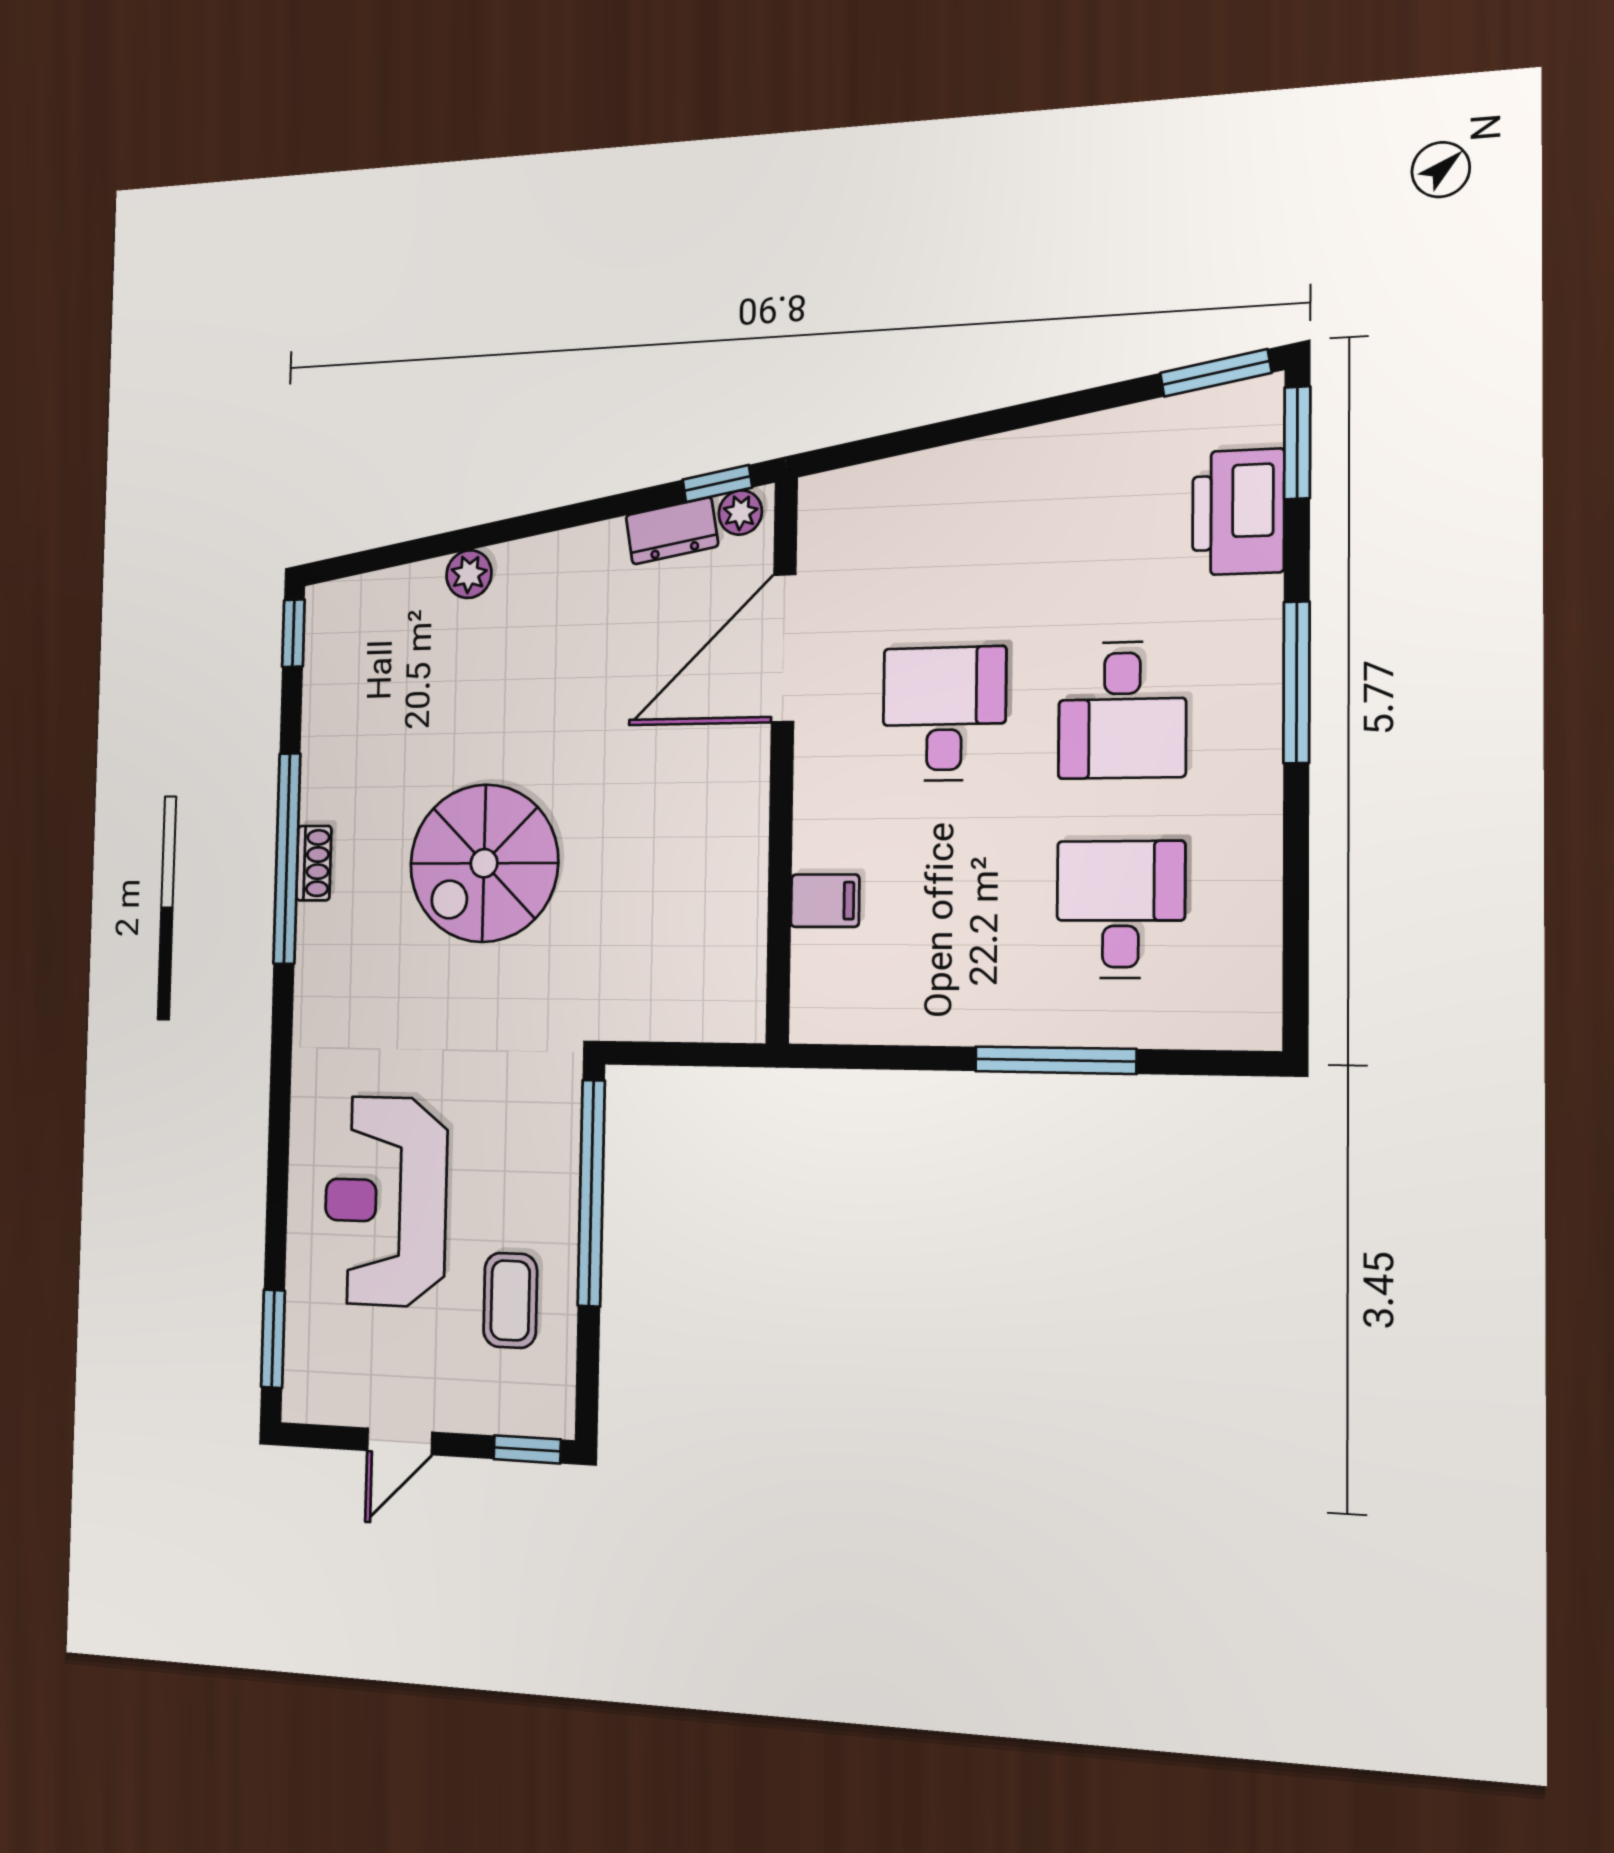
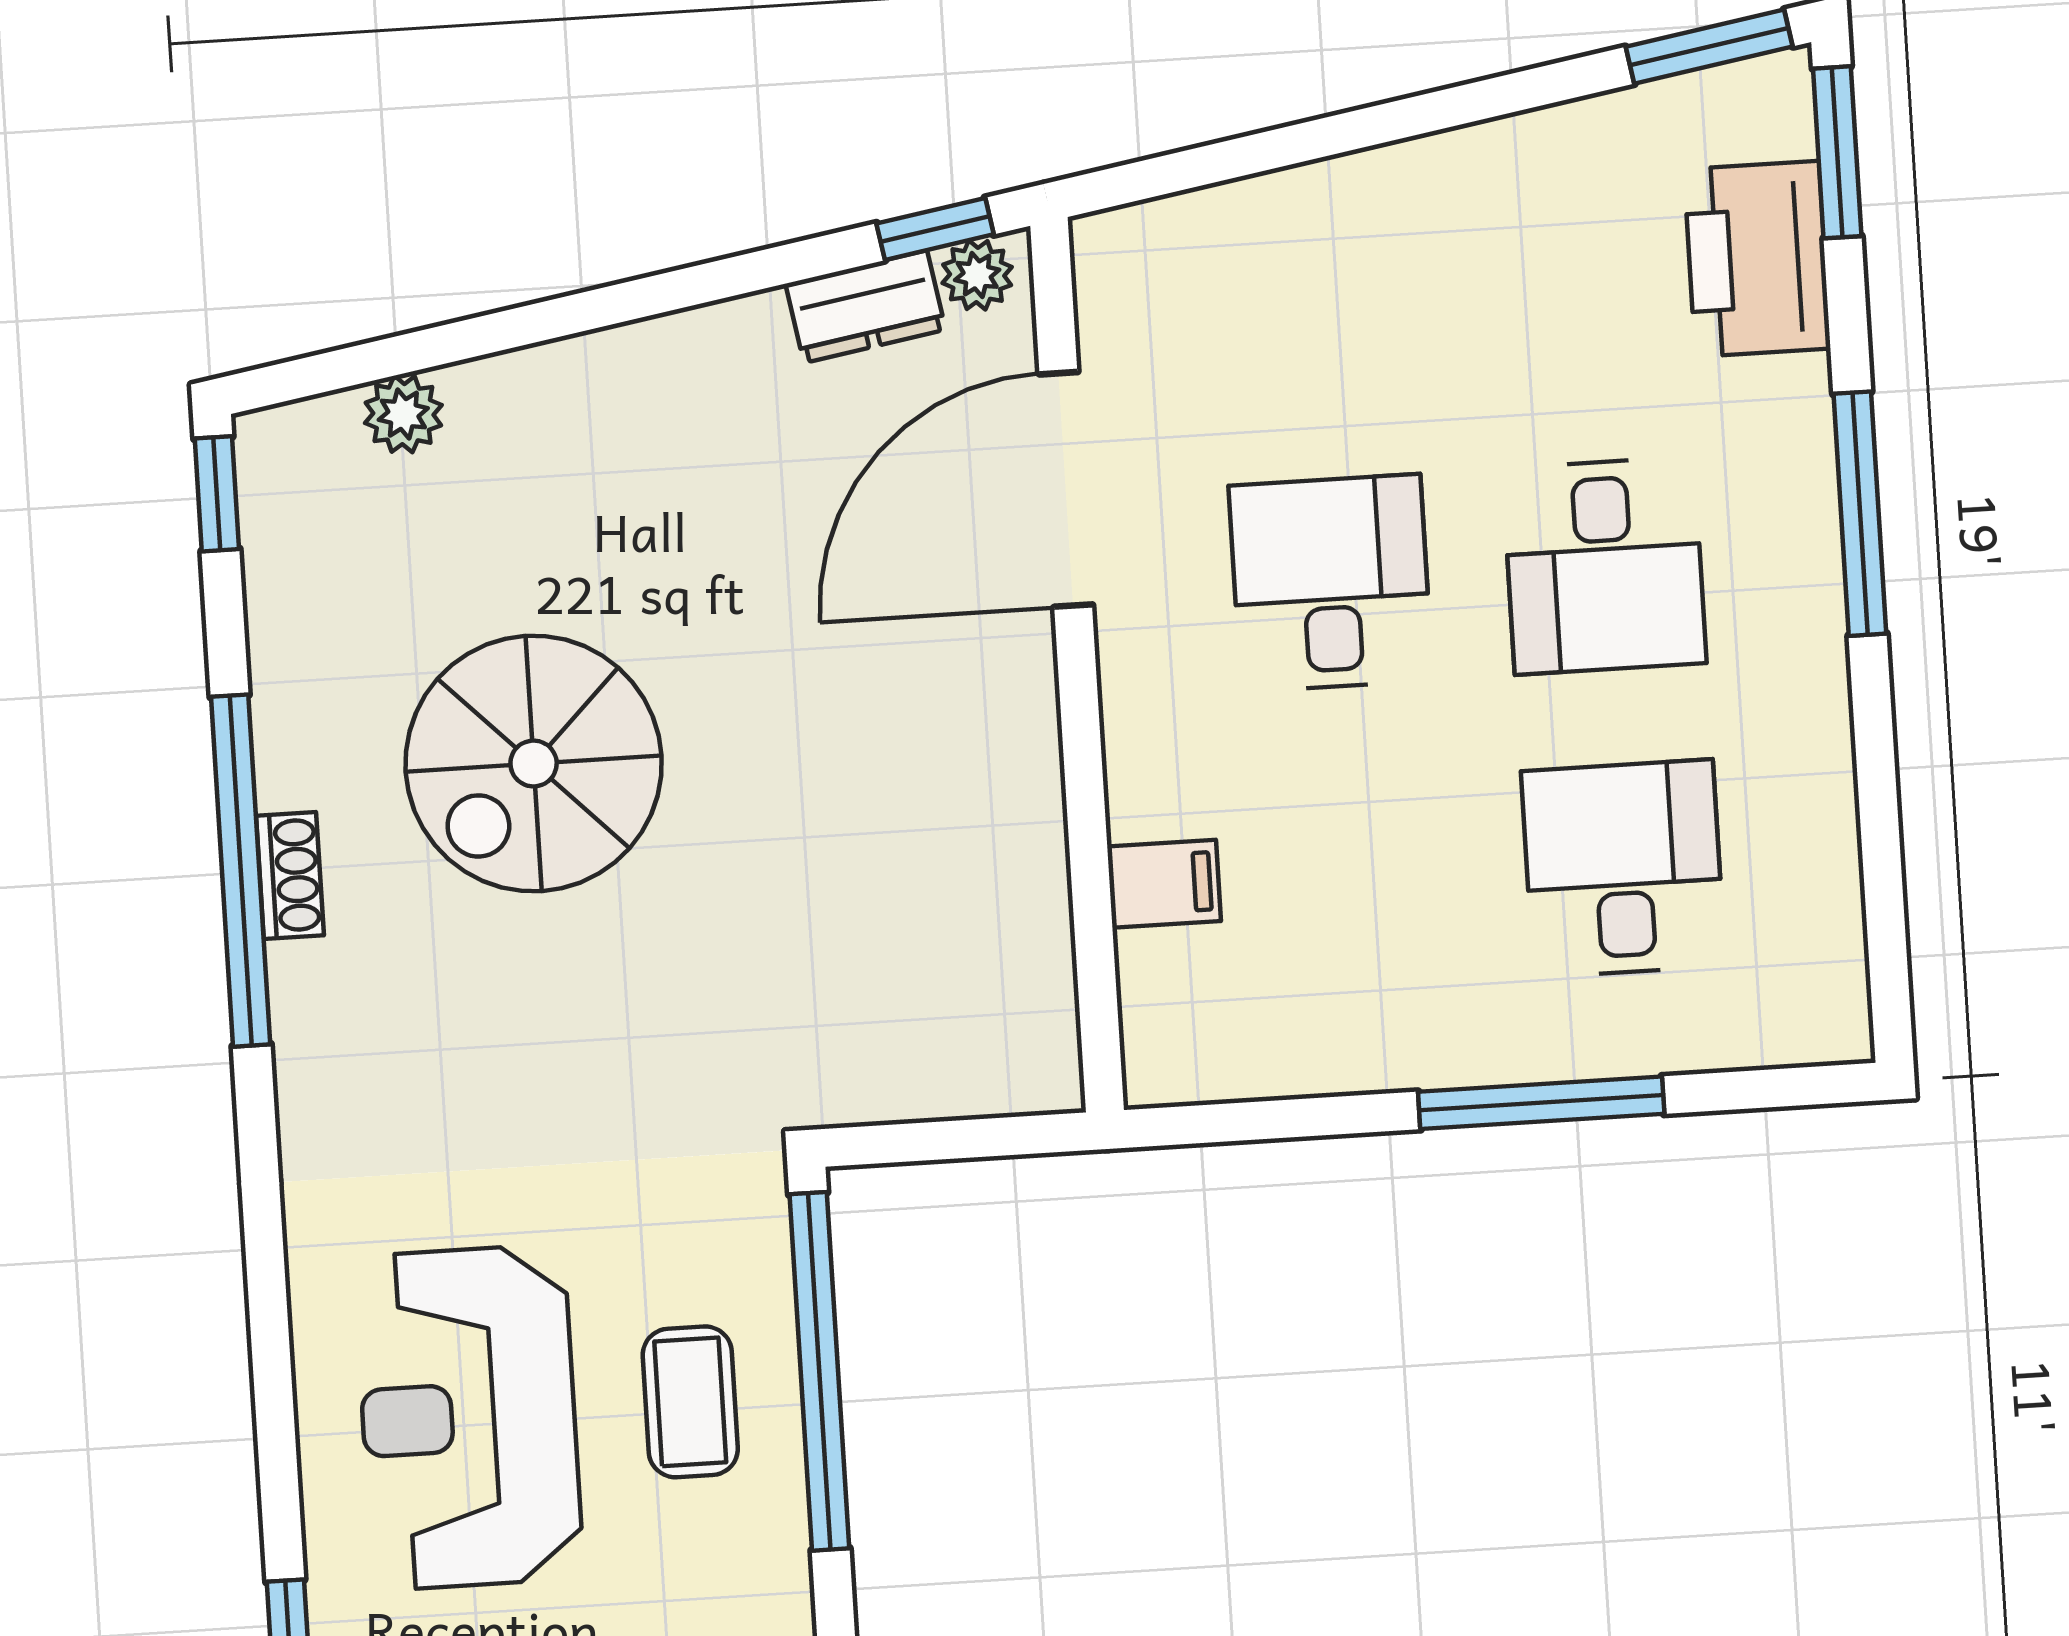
plant: (469, 574) -> (403, 414), moved
spiral stairs: (484, 863) -> (534, 763), moved
coffee table: (510, 1300) -> (690, 1402), moved

